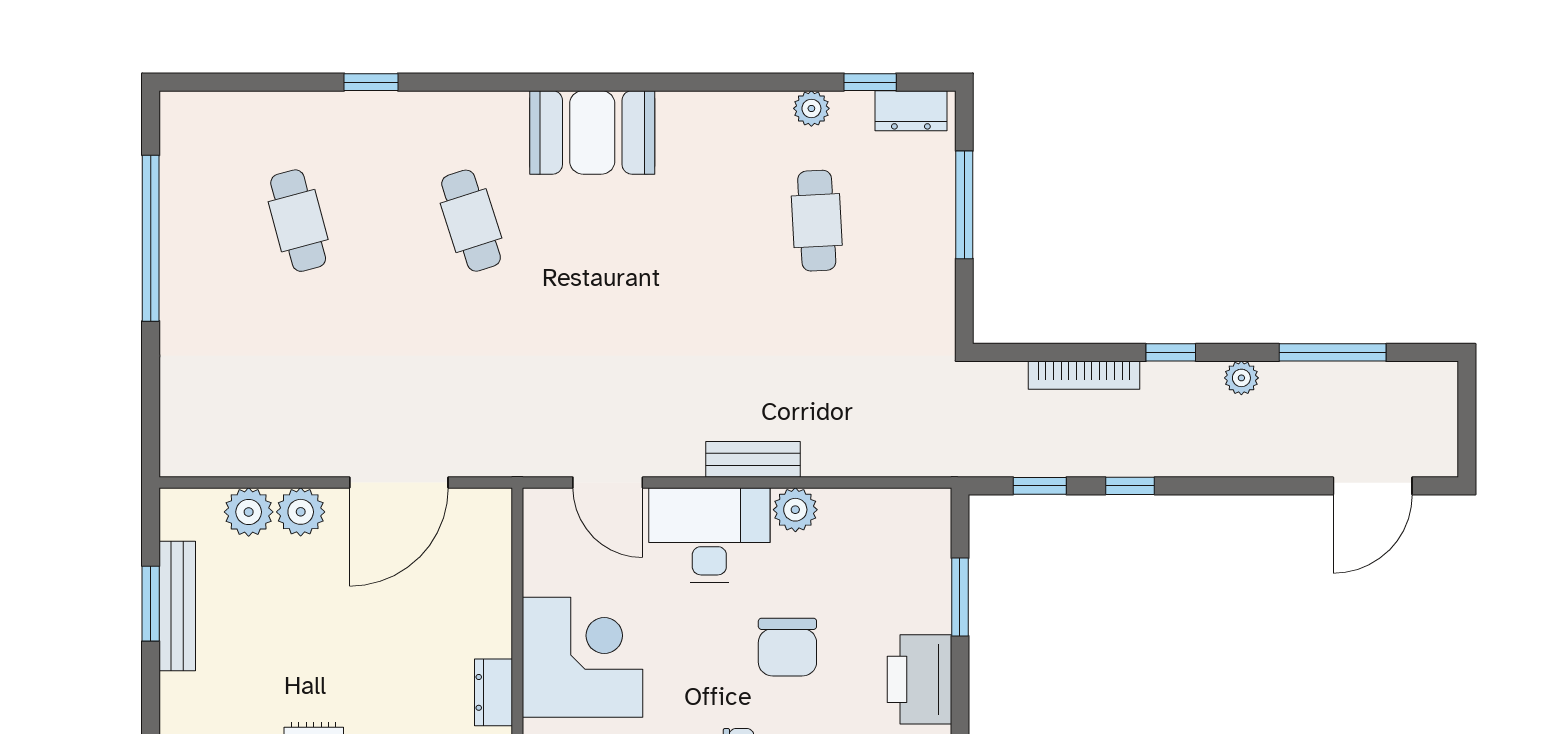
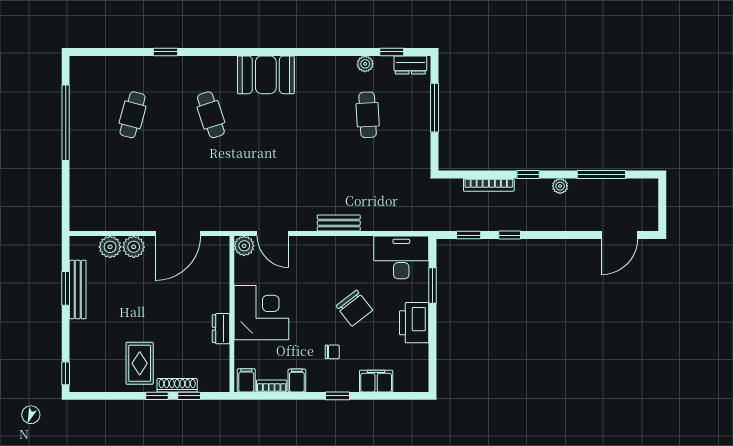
cafe table: (298, 221) -> (133, 115), turned 30
plant: (795, 510) -> (244, 246), moved
desk: (709, 535) -> (401, 257), moved
chair: (787, 647) -> (354, 308), turned -38

